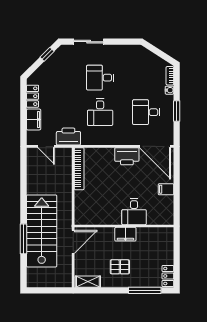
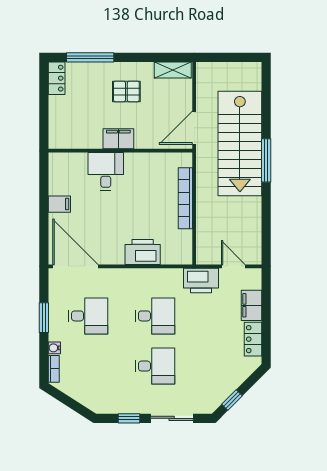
window: (118, 42) -> (129, 418), added
desk: (100, 112) -> (155, 316), turned 90
printer: (127, 156) -> (143, 252), moved
bookcase: (79, 169) -> (185, 198), moved
window: (24, 239) -> (266, 160), moved

